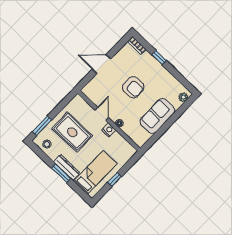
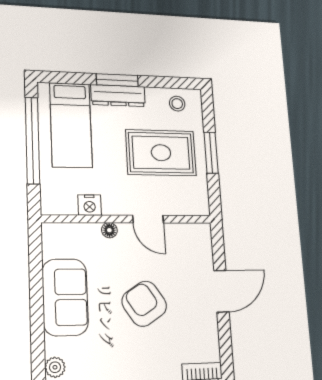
armchair: (133, 87) -> (144, 304), turned 57
window: (42, 126) -> (211, 153), moved
nightstand: (109, 130) -> (90, 205), moved
window: (114, 179) -> (32, 140), width x3.17

